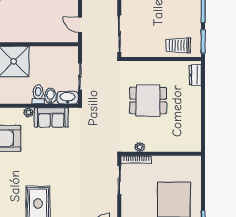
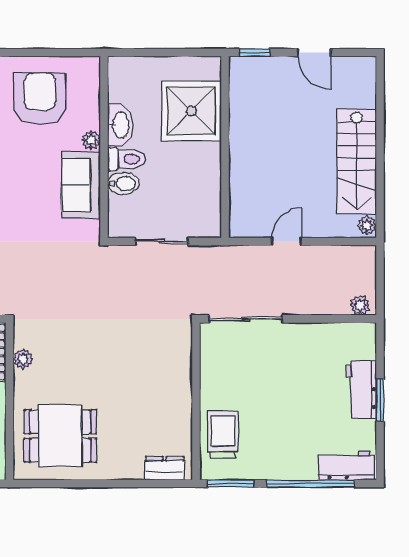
door: (80, 25) -> (286, 241), moved
washbasin: (68, 98) -> (120, 125), moved
dining table: (148, 100) -> (60, 436), moved, turned 90

